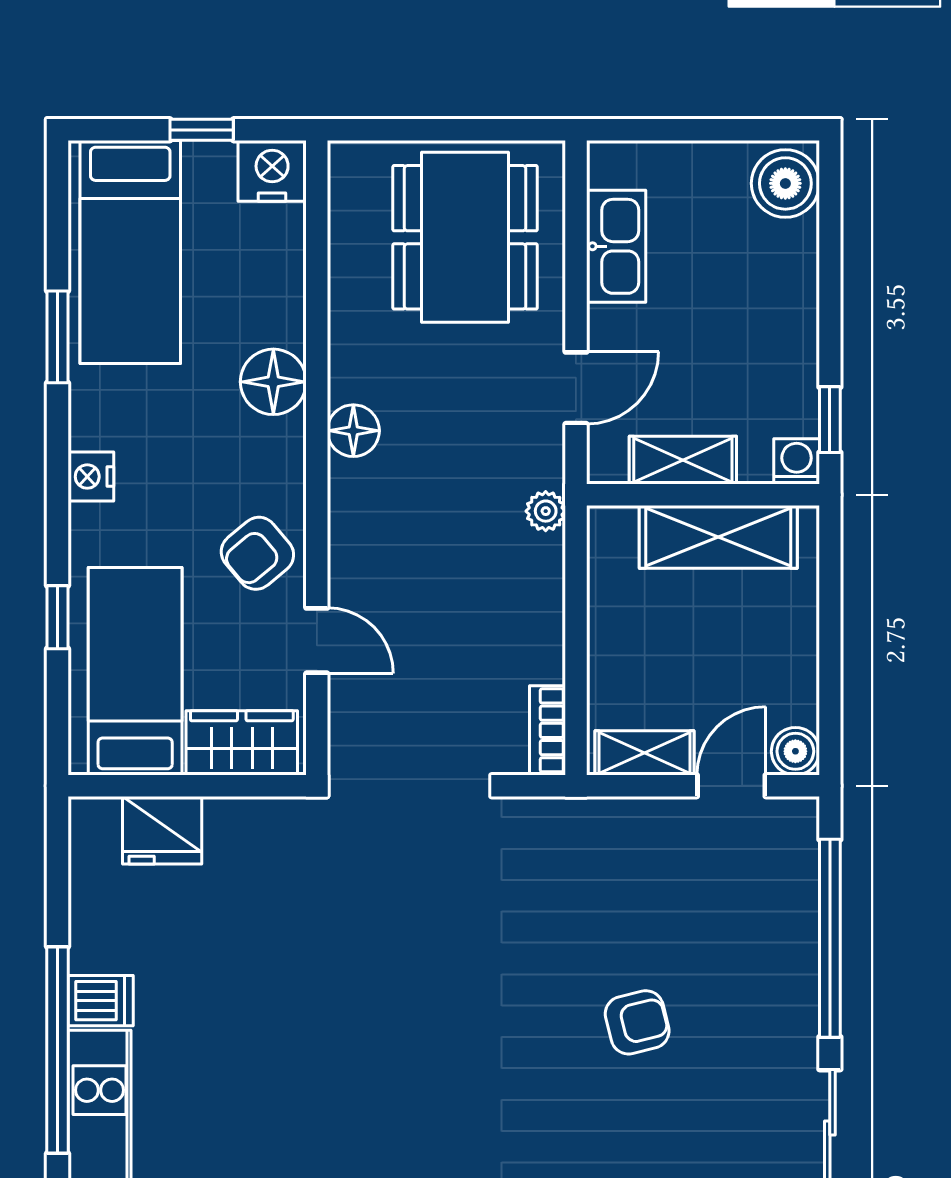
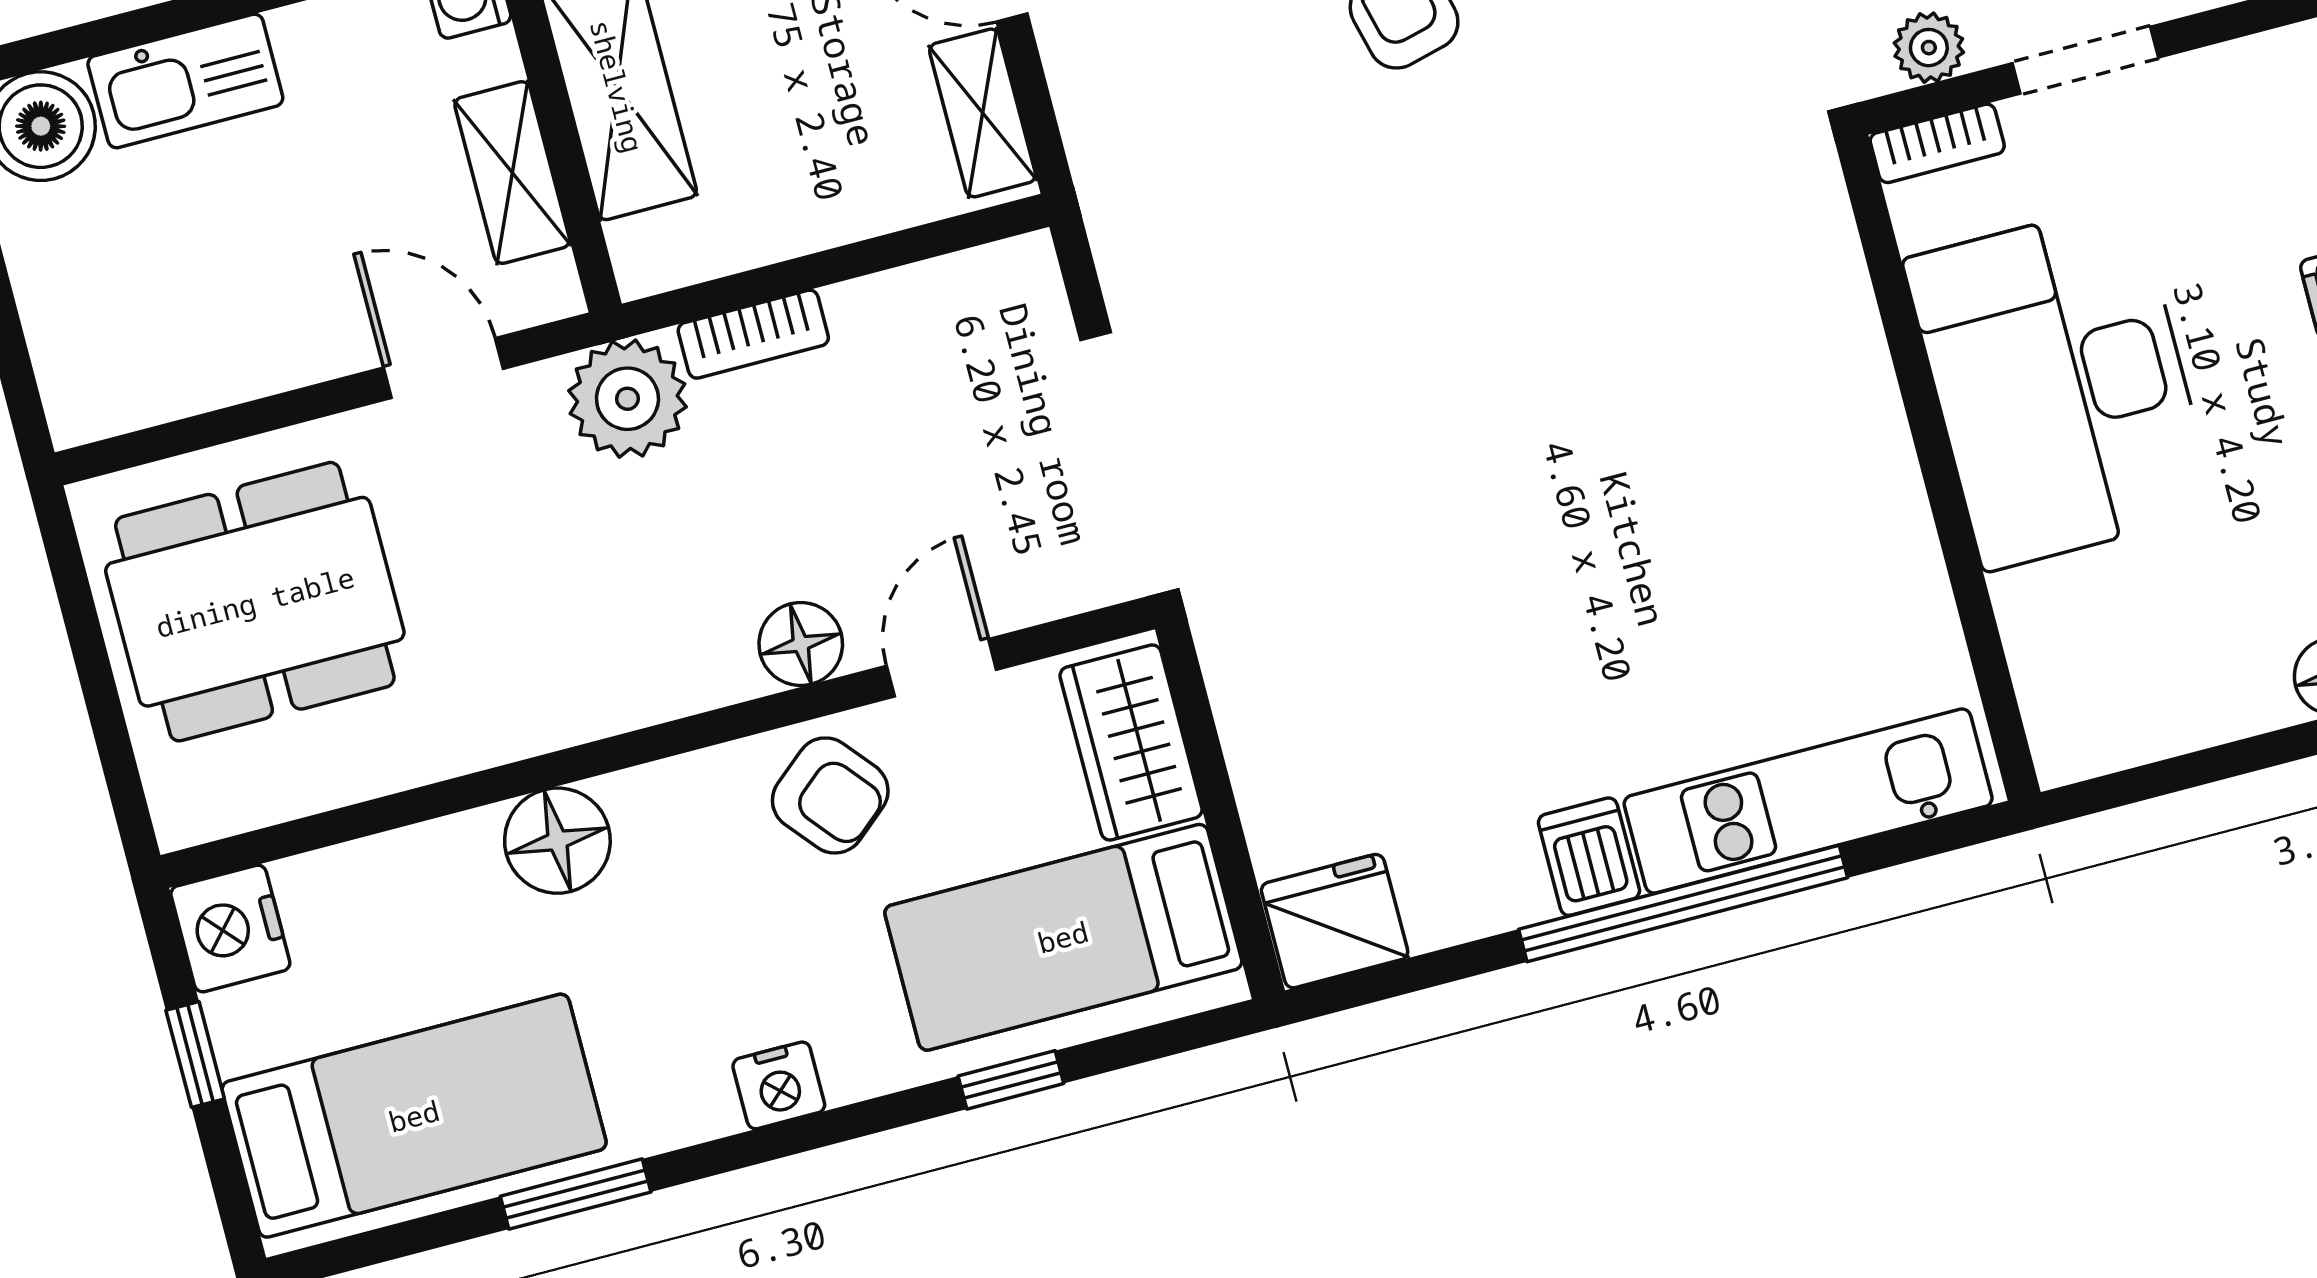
kitchen sink: (616, 246) -> (185, 81), moved, turned 180
floor lamp: (353, 431) -> (801, 644), moved
plant: (546, 511) -> (627, 399), width x1.87, depth x1.87
bookcase: (547, 730) -> (753, 334), moved
fridge: (162, 830) -> (1335, 921), moved, turned -90

